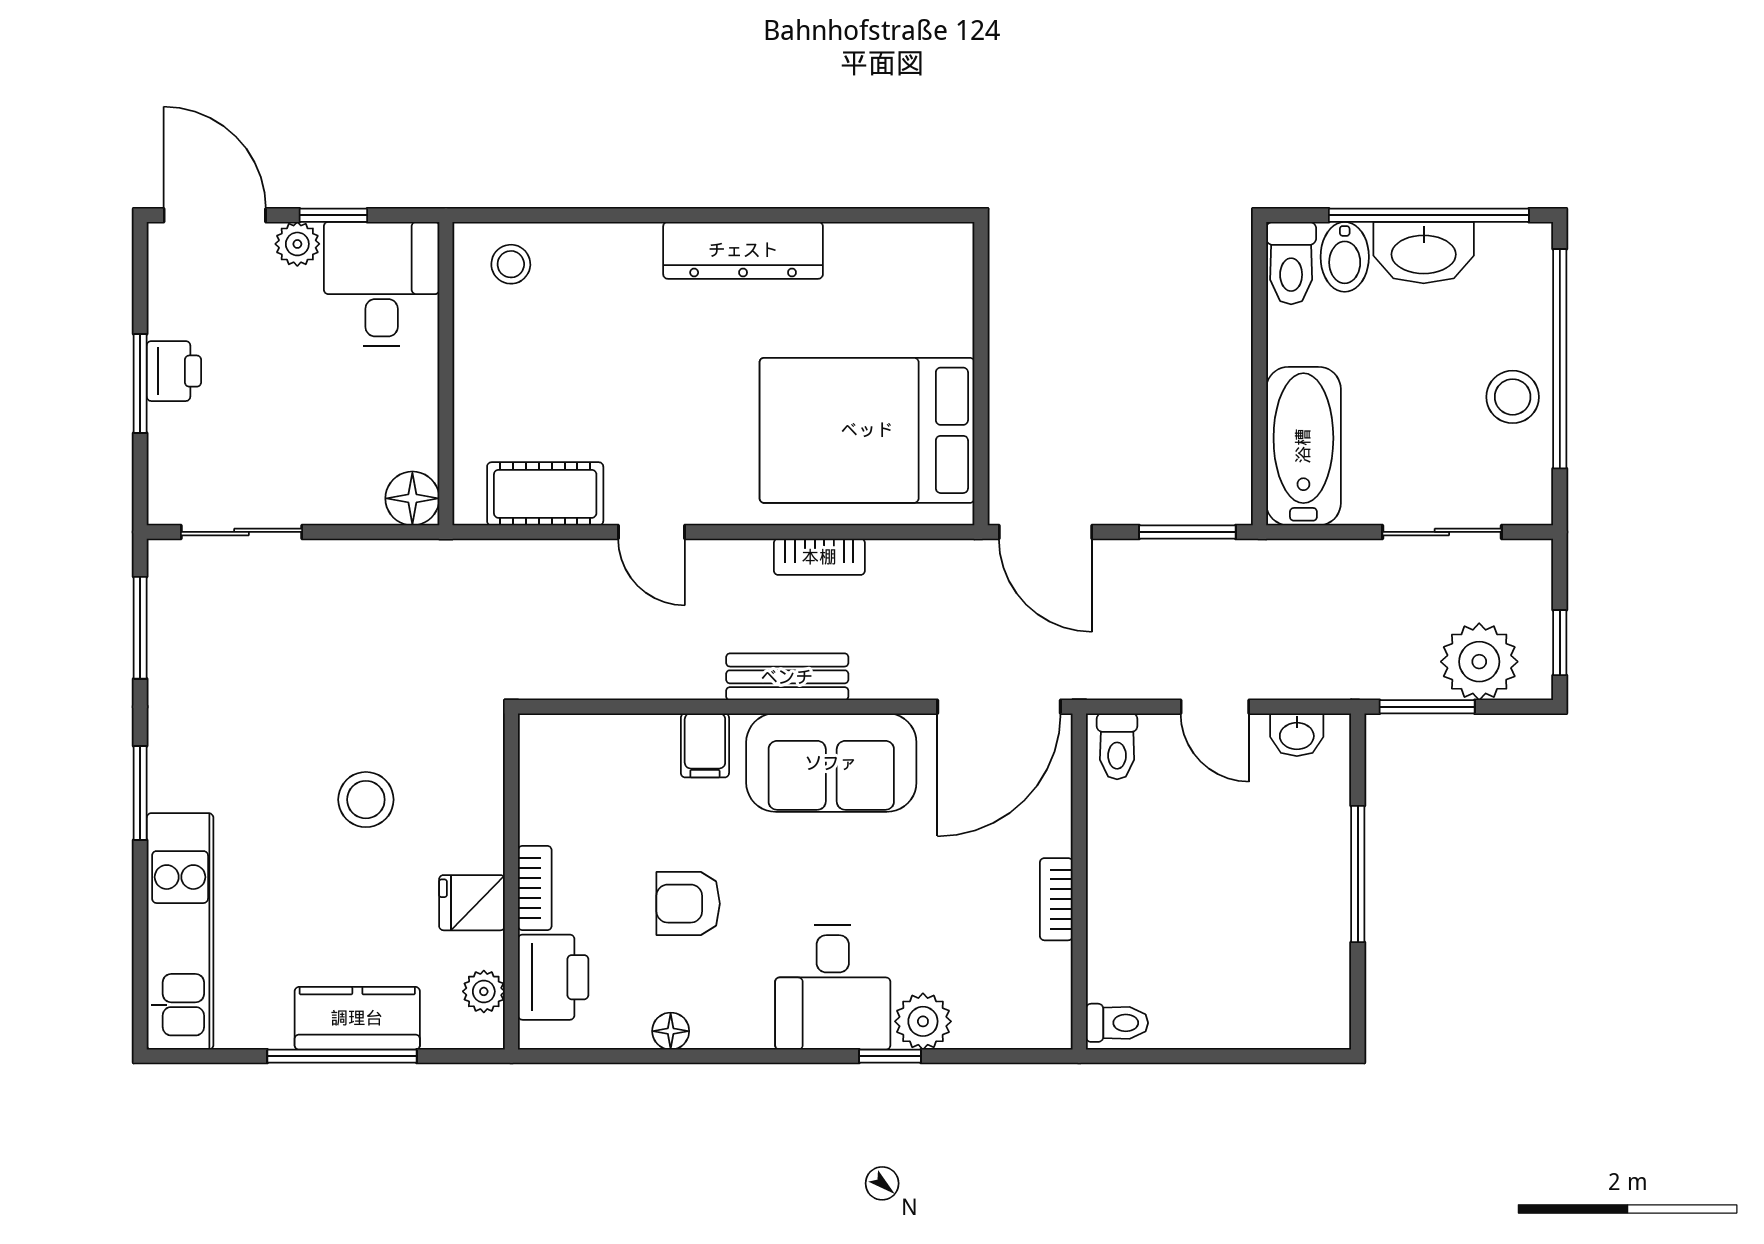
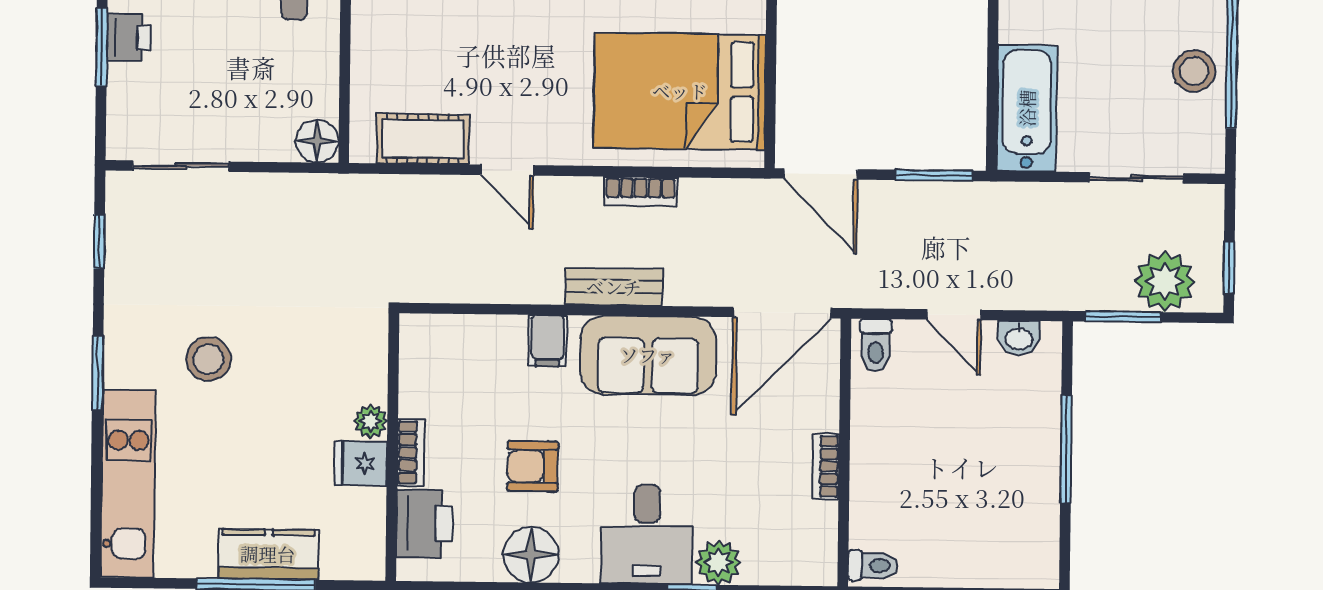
window: (140, 628) -> (99, 241), width x0.67
stool: (366, 800) -> (209, 359), moved
plant: (484, 991) -> (371, 421), moved
floor lamp: (671, 1031) -> (531, 555), width x1.89, depth x1.89

